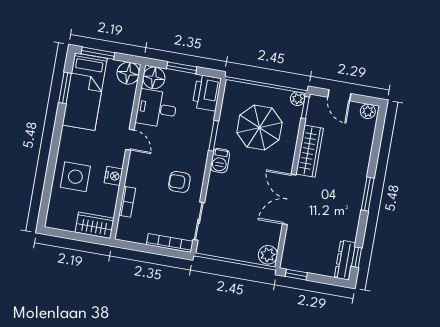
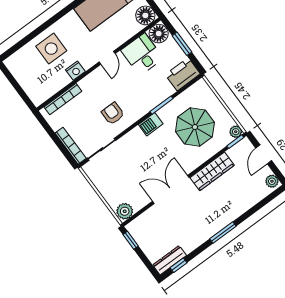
bookcase: (127, 202) -> (63, 99), width x1.56
wardrobe: (95, 225) -> (34, 90), removed

